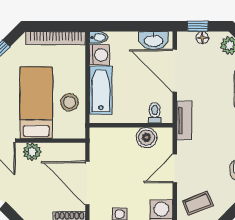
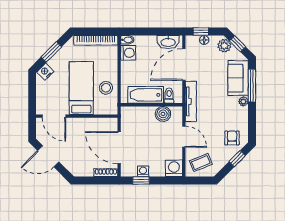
door: (175, 71) -> (184, 65), hinge flipped
bathtub: (101, 90) -> (146, 95), moved, turned -90
tv unit: (184, 121) -> (191, 101), width x1.41
plant: (32, 152) -> (78, 124), removed
door: (175, 168) -> (184, 137), swing flipped

